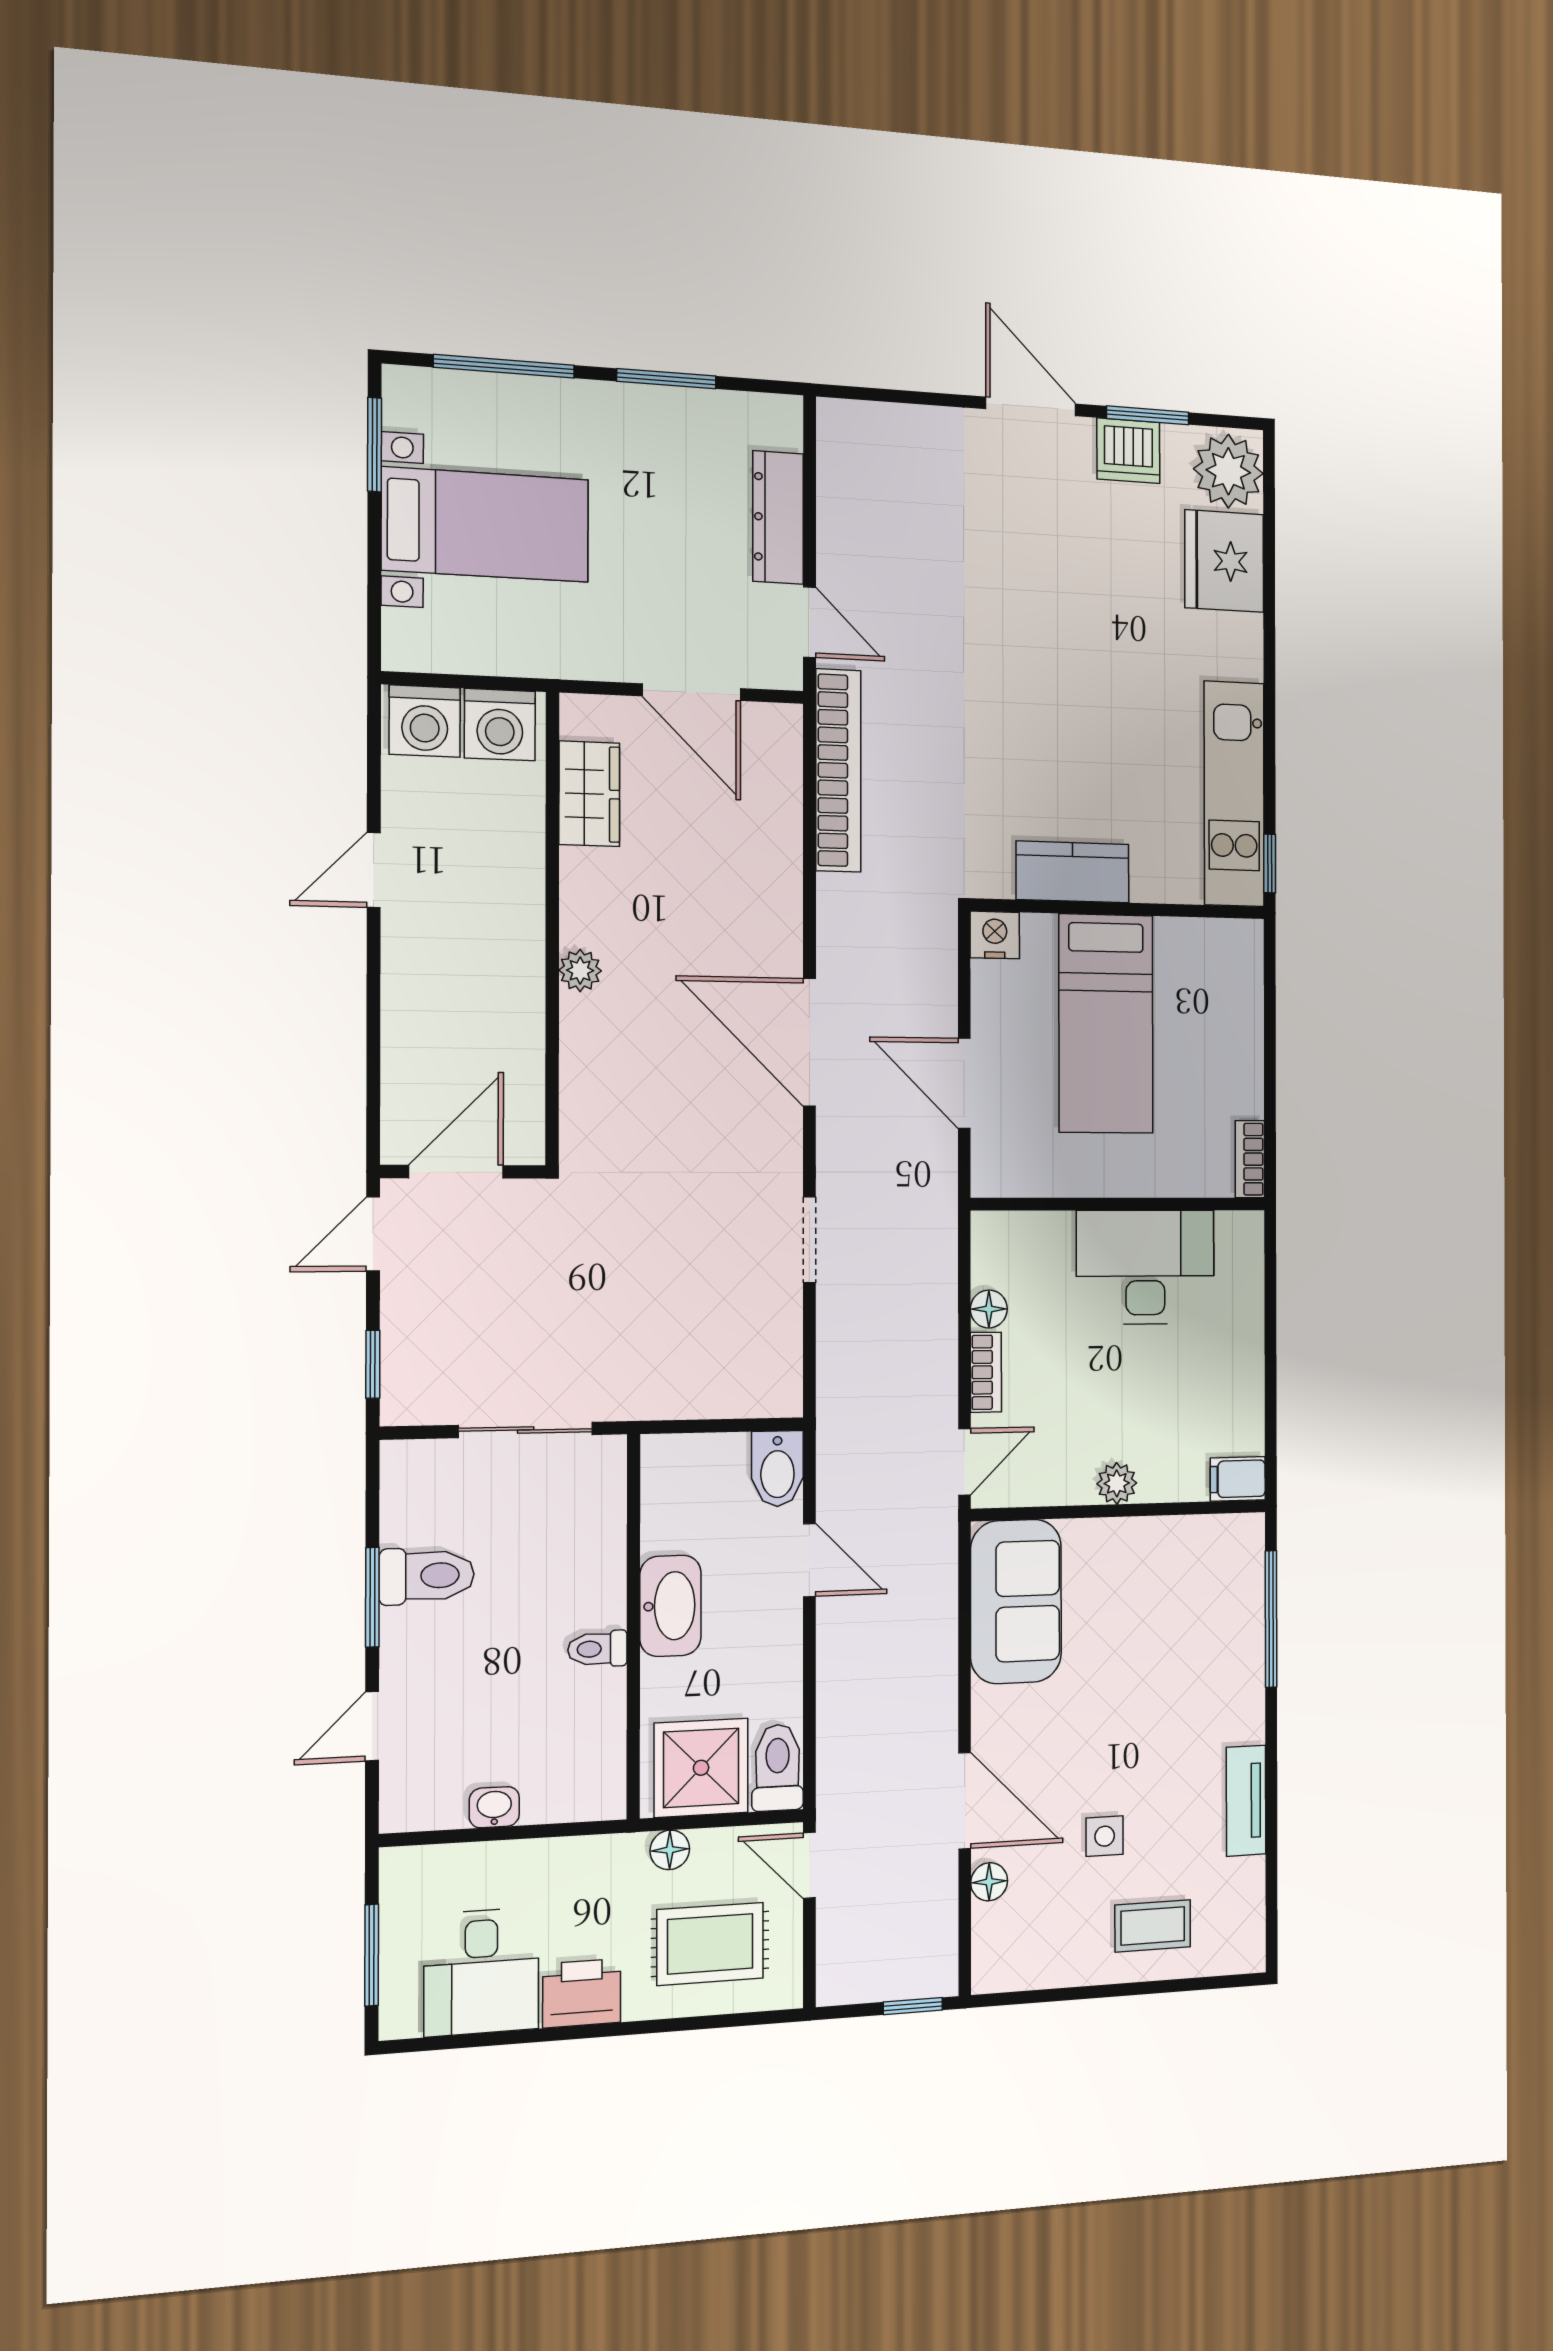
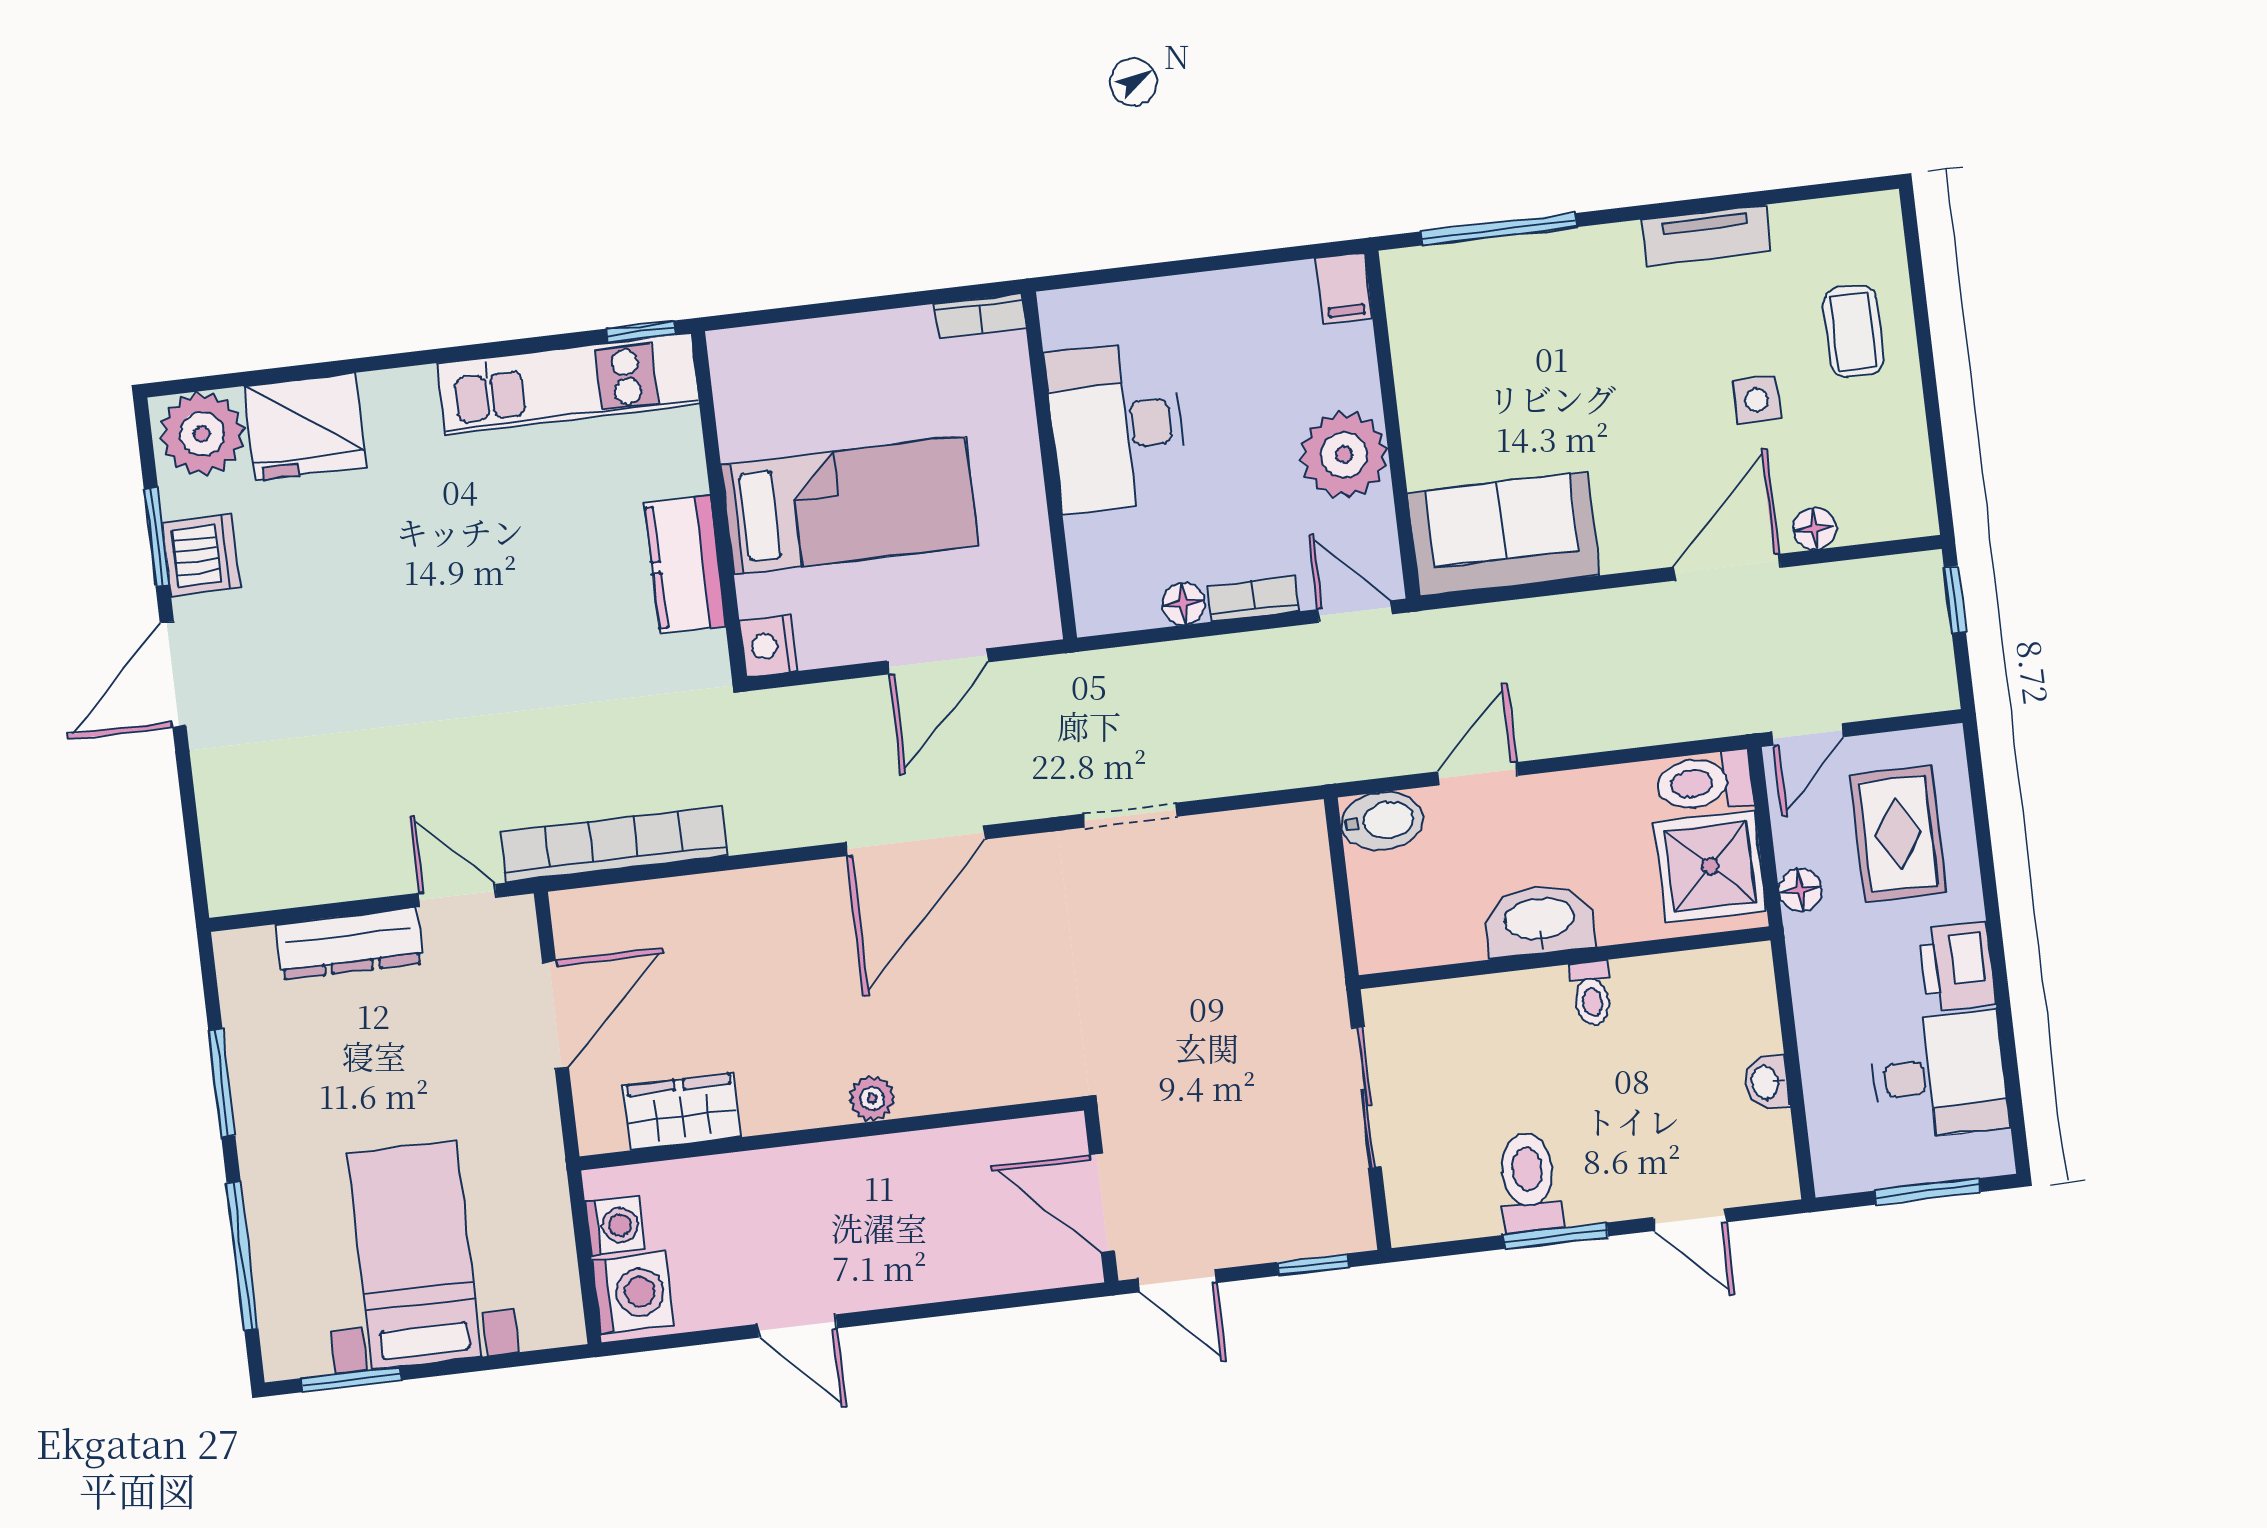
door: (810, 622) -> (457, 895), hinge flipped
washing machine: (500, 725) -> (615, 1226), width x0.73, depth x0.73
plant: (1117, 1483) -> (1344, 455), width x1.87, depth x1.87

